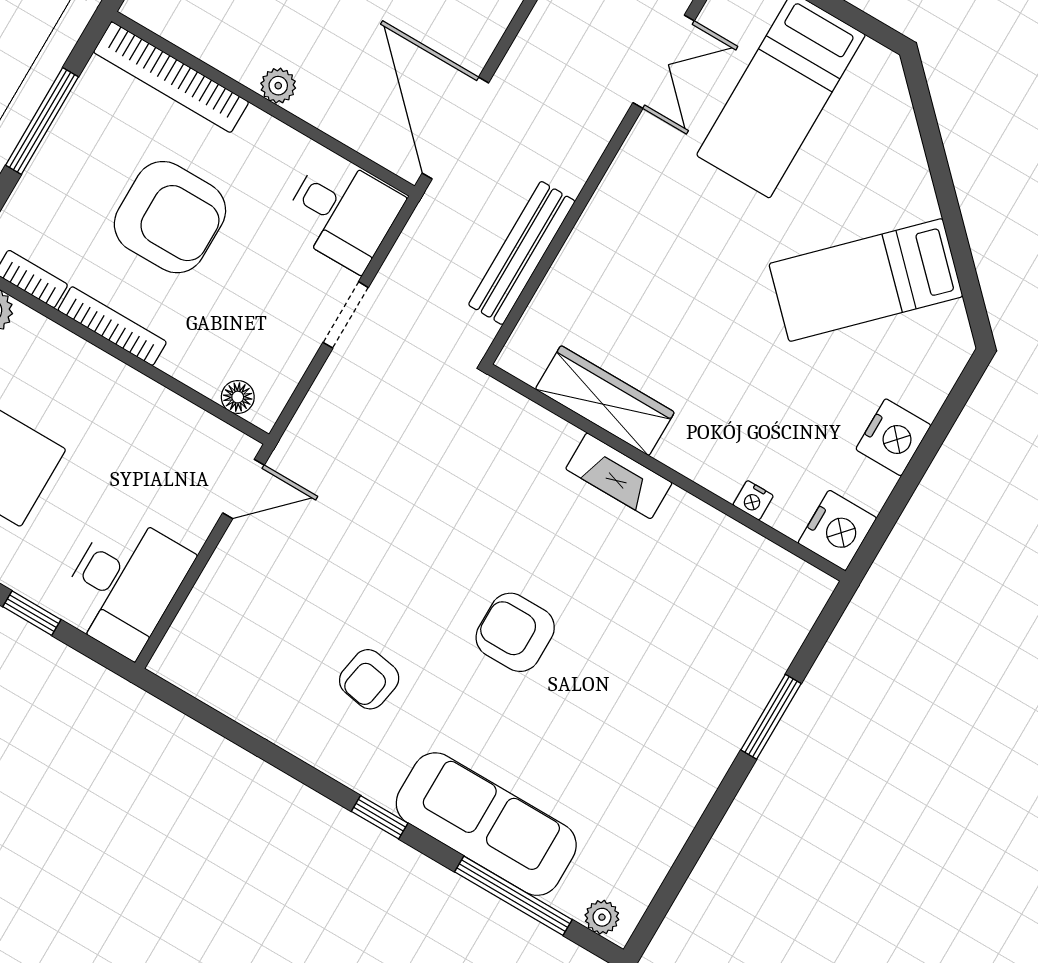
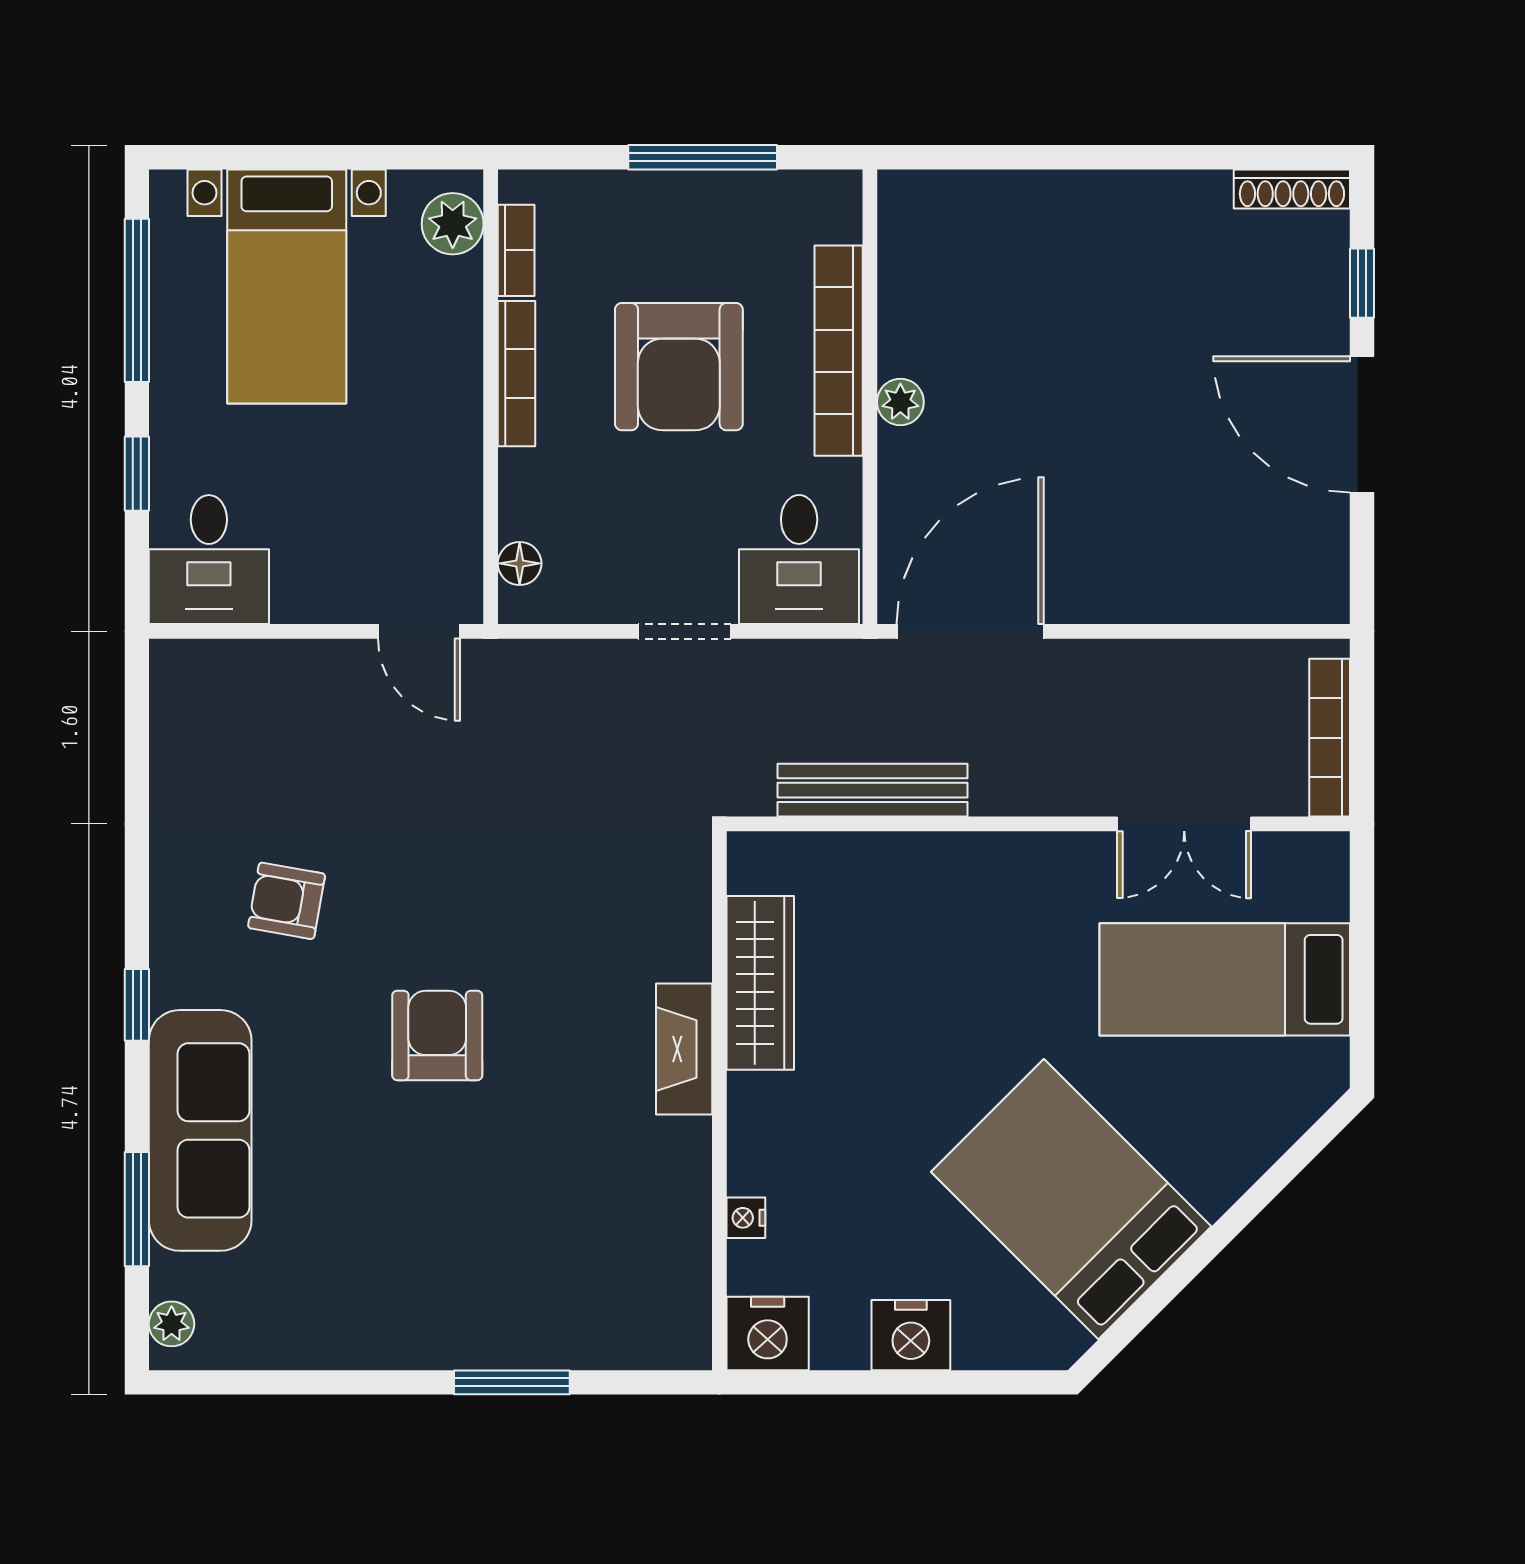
bookcase: (171, 77) -> (839, 351), moved
bed: (866, 280) -> (1071, 1199), width x1.50
desk: (124, 584) -> (209, 560), width x0.73
window: (513, 896) -> (137, 1209), width x0.69

